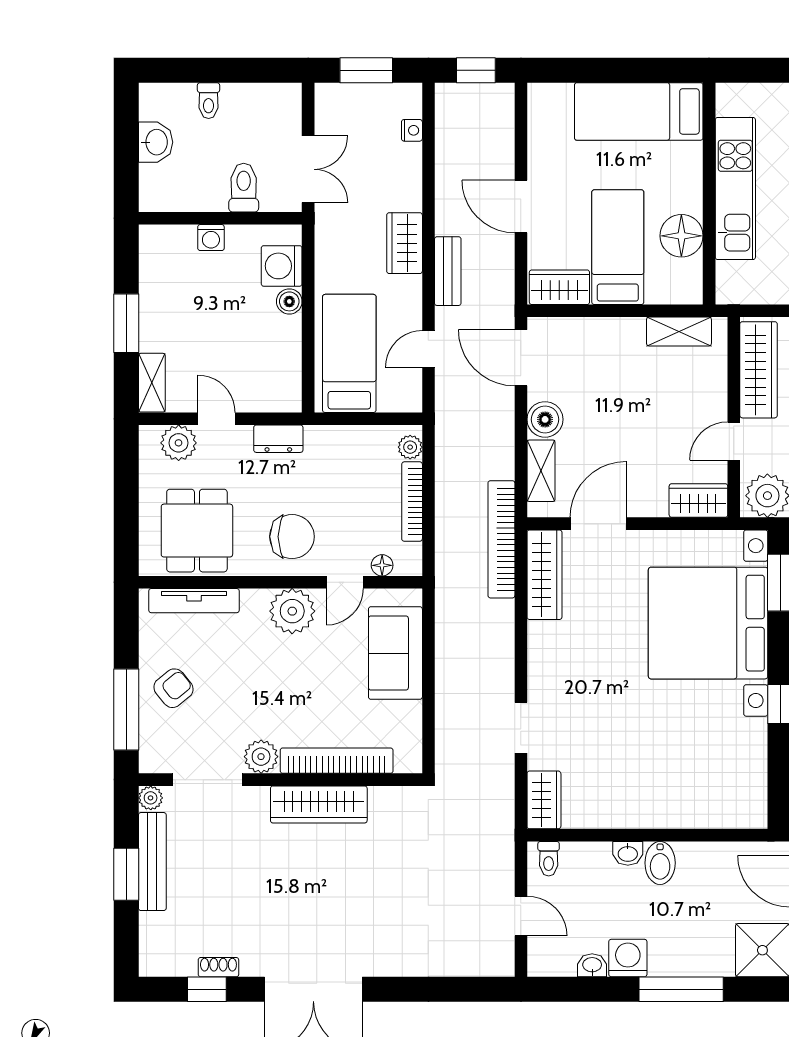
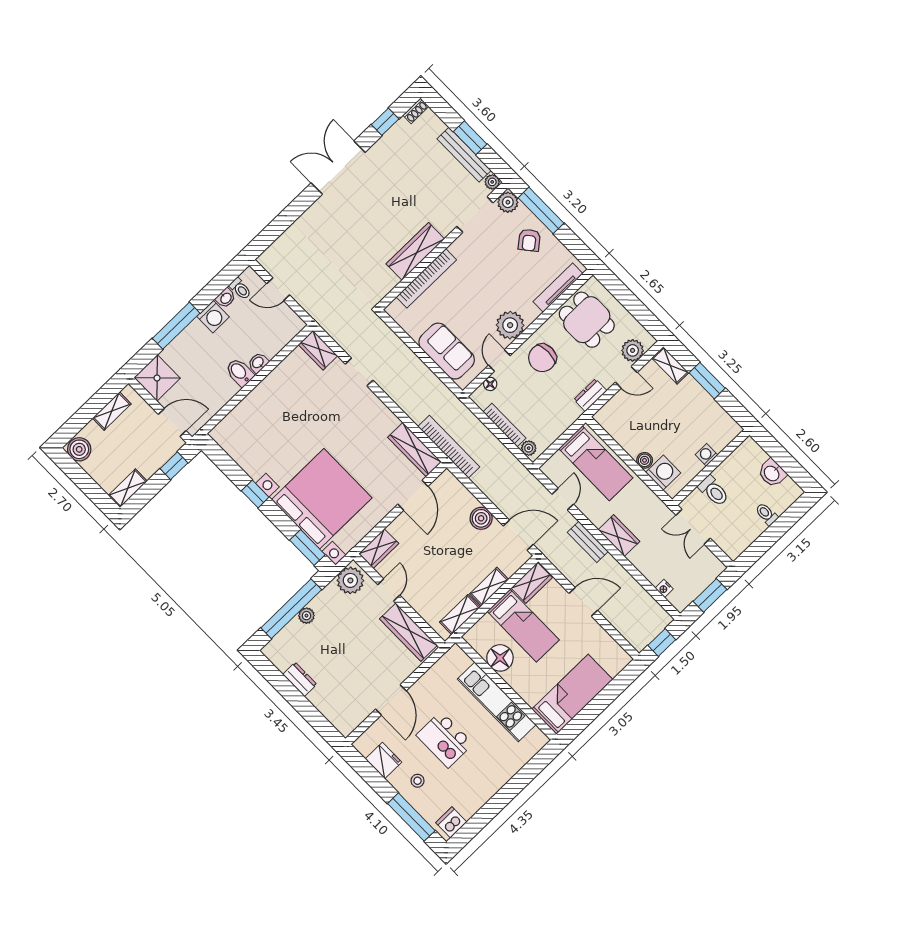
shelving: (541, 471) -> (489, 587), moved, turned 90
plant: (261, 757) -> (508, 202), moved
toilet: (549, 859) -> (240, 289), moved, turned 180
shoe rack: (218, 967) -> (416, 111), moved

